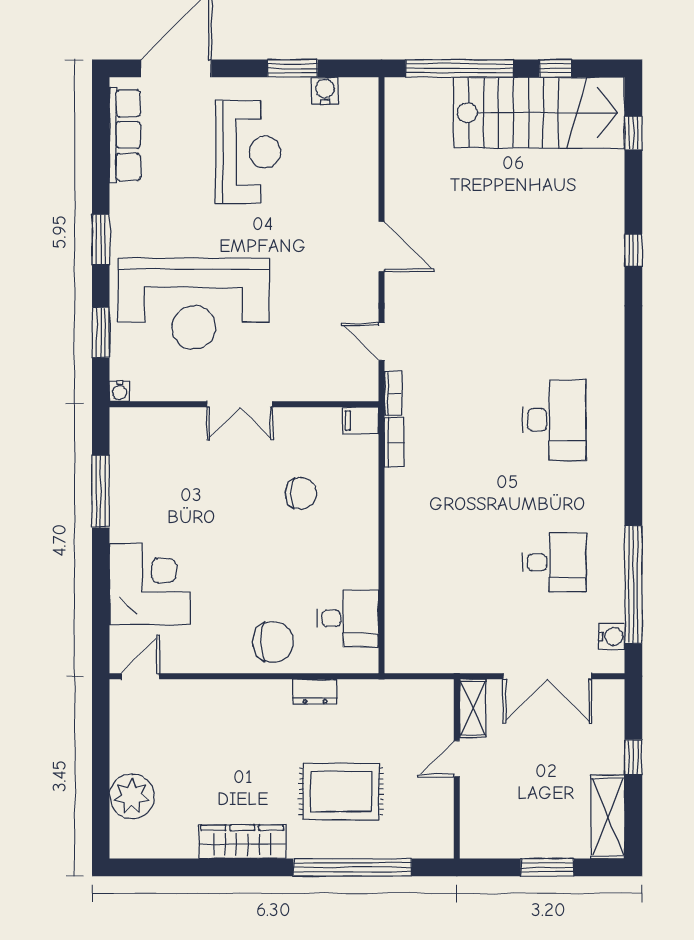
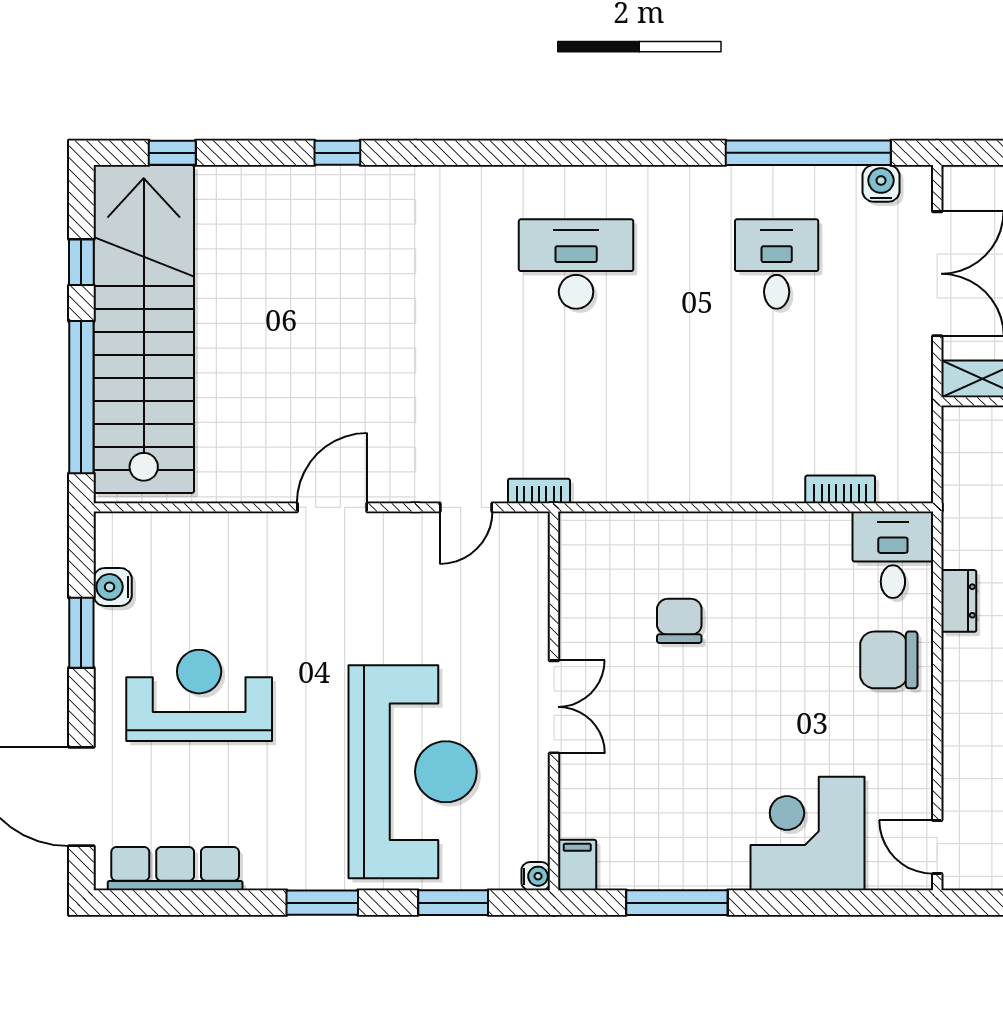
stairs: (539, 113) -> (144, 329), width x1.36
filing cabinet: (361, 421) -> (577, 865), moved, turned 180
bookcase: (394, 442) -> (840, 489), moved
desk: (348, 618) -> (893, 555), moved
chair: (273, 642) -> (889, 660), turned -90

